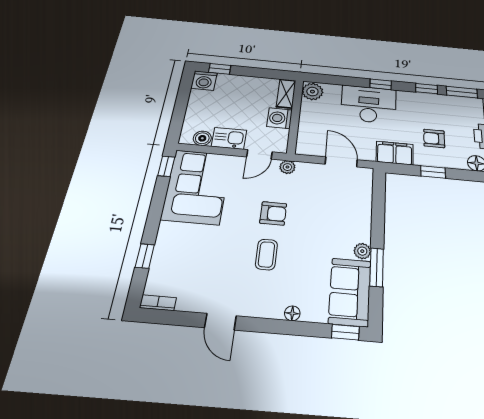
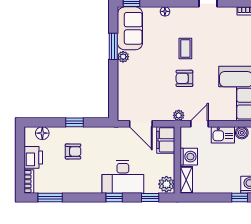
window: (427, 89) -> (150, 198), moved
filing cabinet: (395, 153) -> (166, 140), moved, turned 90

